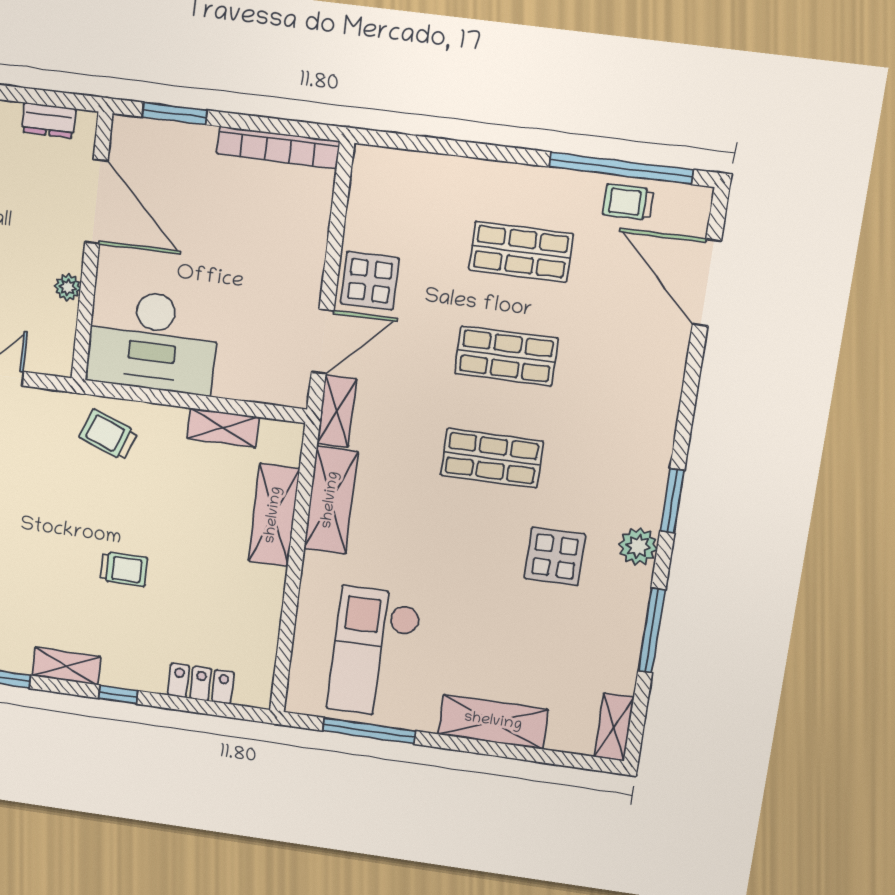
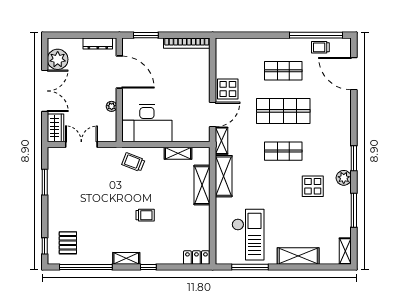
dresser: (49, 120) -> (98, 43), width x1.44
shop shelf: (506, 356) -> (283, 111), width x1.43, depth x1.36
checkout: (374, 652) -> (248, 235), turned 180
locker: (201, 684) -> (196, 258), moved

